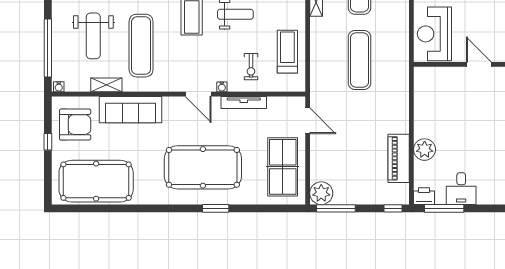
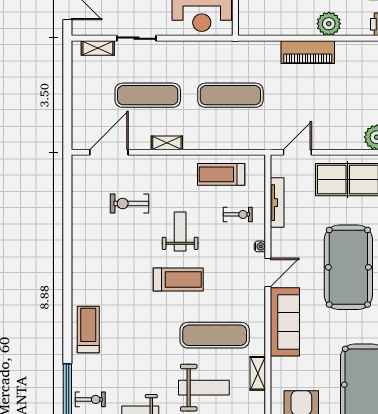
tv unit: (244, 102) -> (277, 203), moved
sofa: (130, 110) -> (285, 322), moved
piano: (399, 158) -> (308, 52), moved

